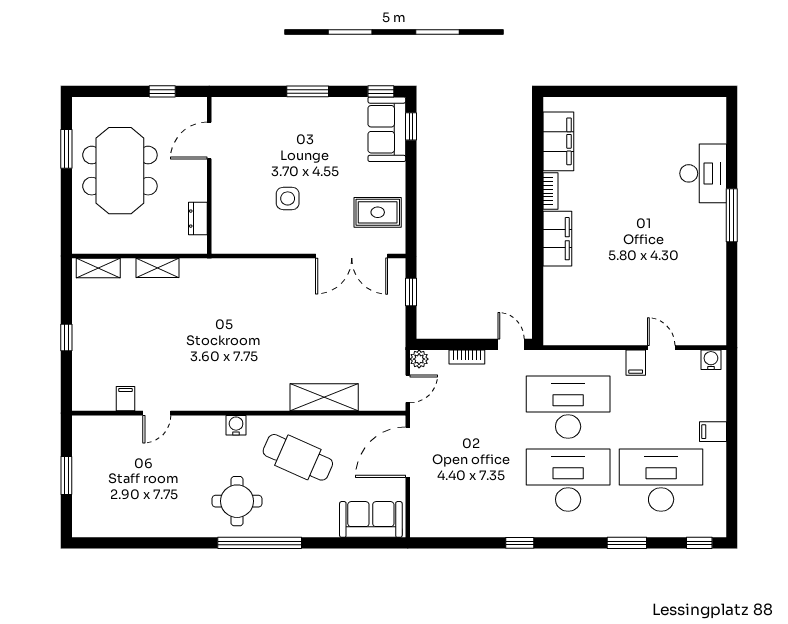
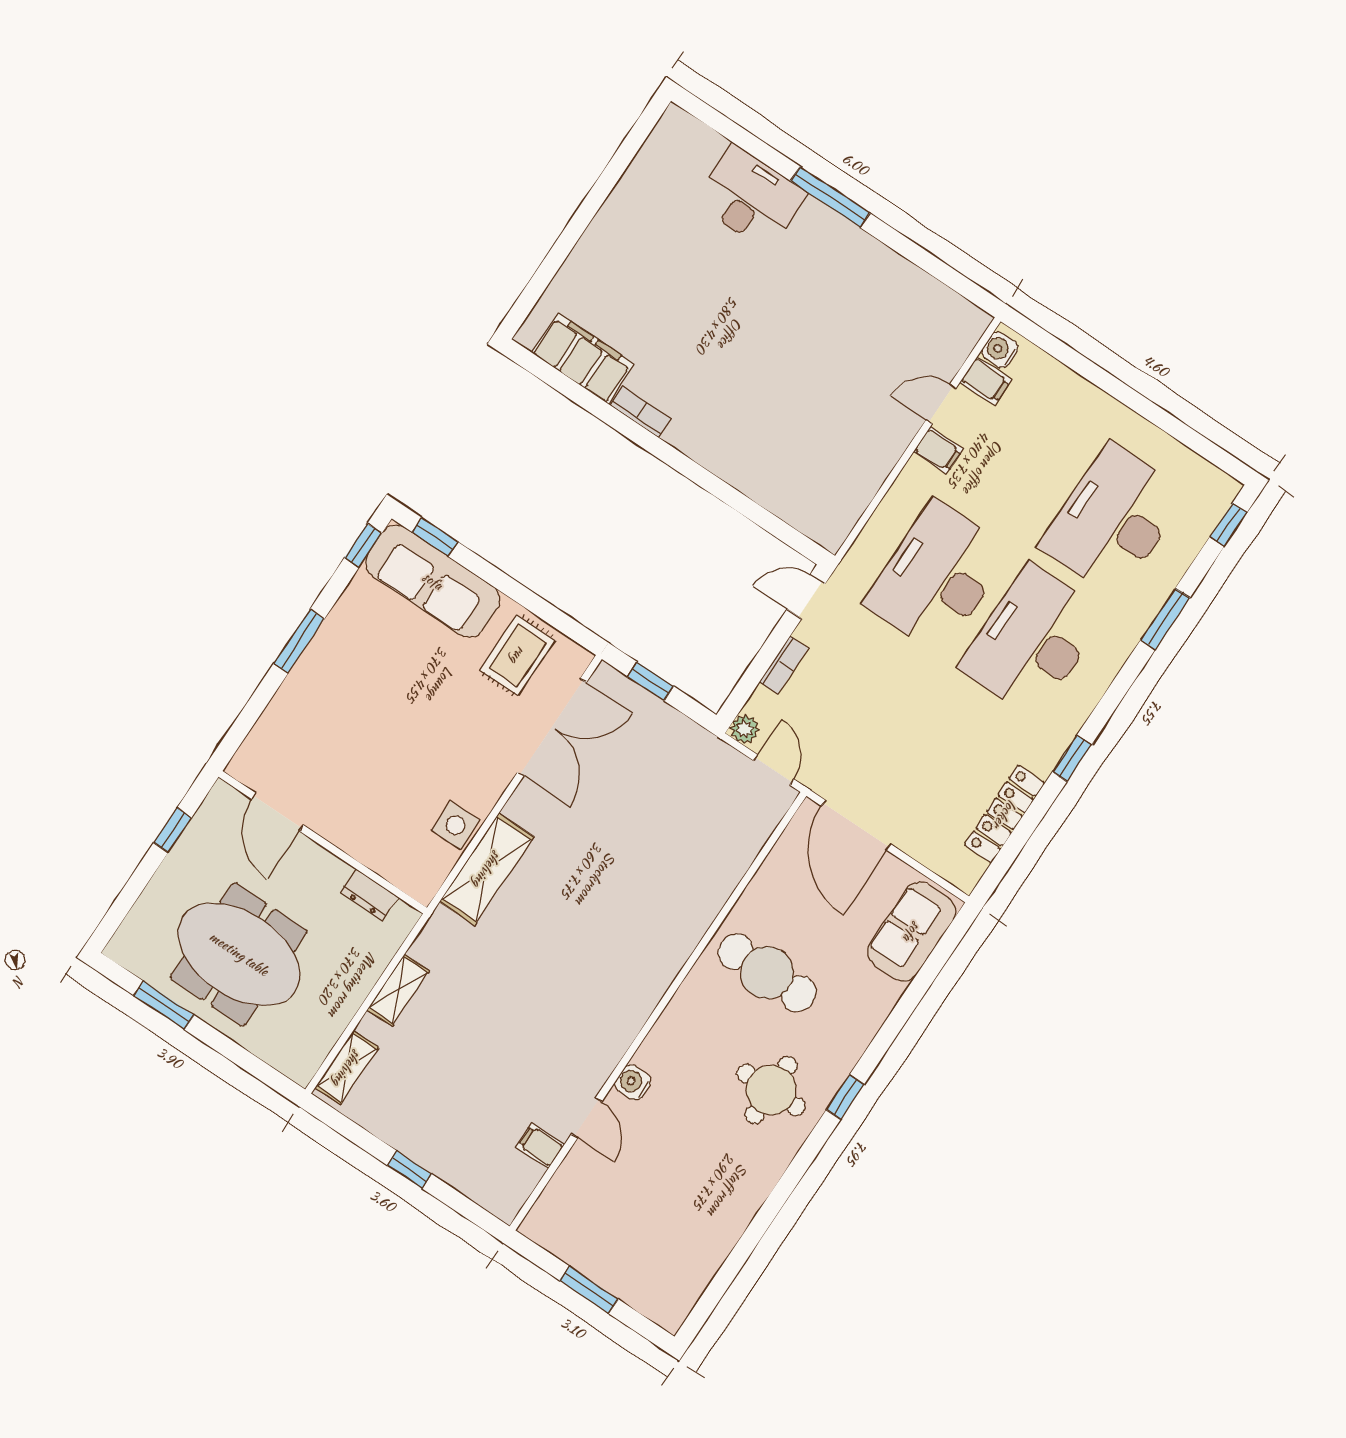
sofa: (387, 129) -> (433, 581), width x1.36
side table: (288, 198) -> (456, 825), moved
filing cabinet: (557, 239) -> (709, 444), removed
shelving: (324, 397) -> (487, 869), moved
water cooler: (236, 425) -> (633, 1082), moved
filing cabinet: (713, 432) -> (986, 381), moved, turned -90
cafe table: (298, 457) -> (767, 973), turned 66
locker: (466, 527) -> (1005, 814), added
window: (260, 543) -> (845, 1097), width x0.32

